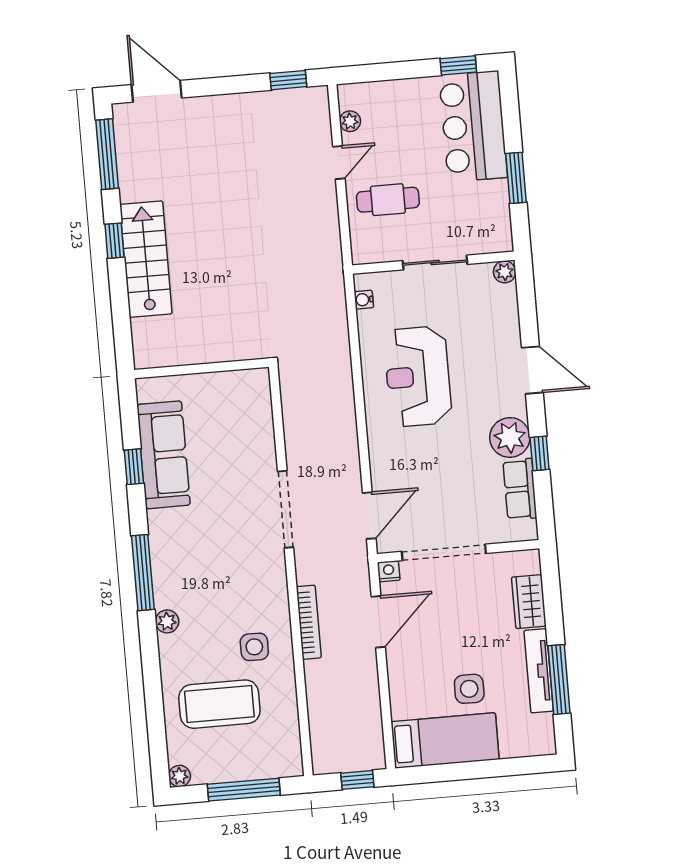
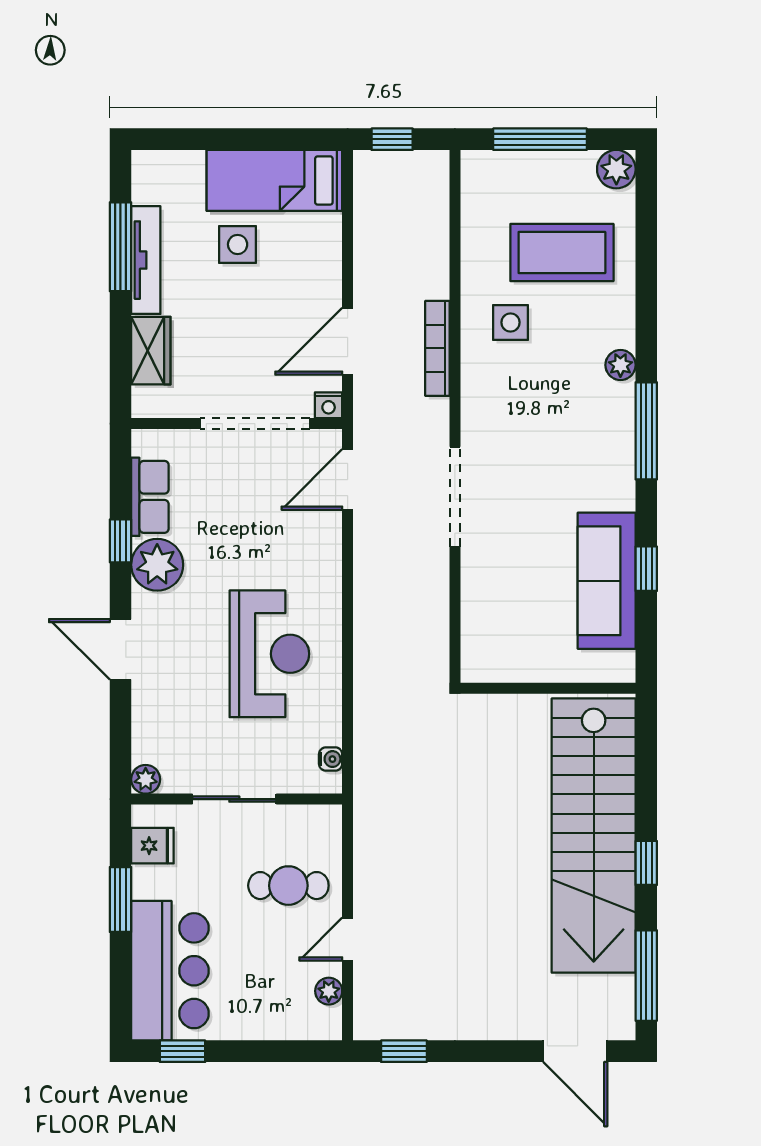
fridge: (495, 221) -> (152, 846), added
stairs: (146, 259) -> (594, 836), width x1.86, depth x1.51
plant: (179, 776) -> (616, 169), width x1.38, depth x1.38

